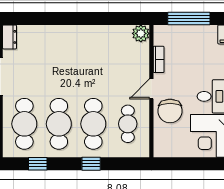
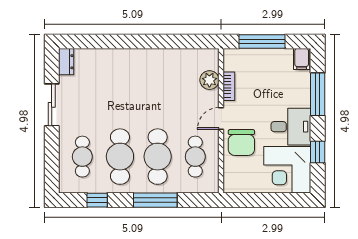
plant: (141, 33) -> (209, 80), moved
cafe table: (24, 124) -> (82, 157), width x0.73, depth x0.74
window: (91, 164) -> (155, 200), width x2.17

